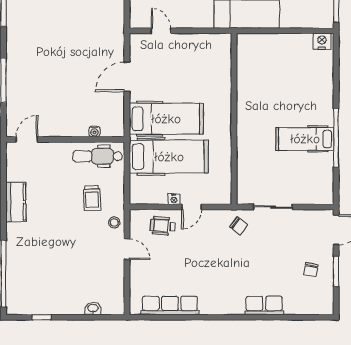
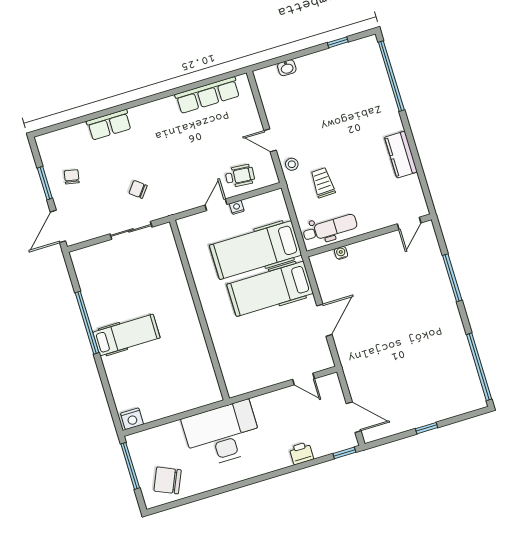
hospital bed: (305, 139) -> (126, 335), moved
chair: (239, 226) -> (138, 189), moved

